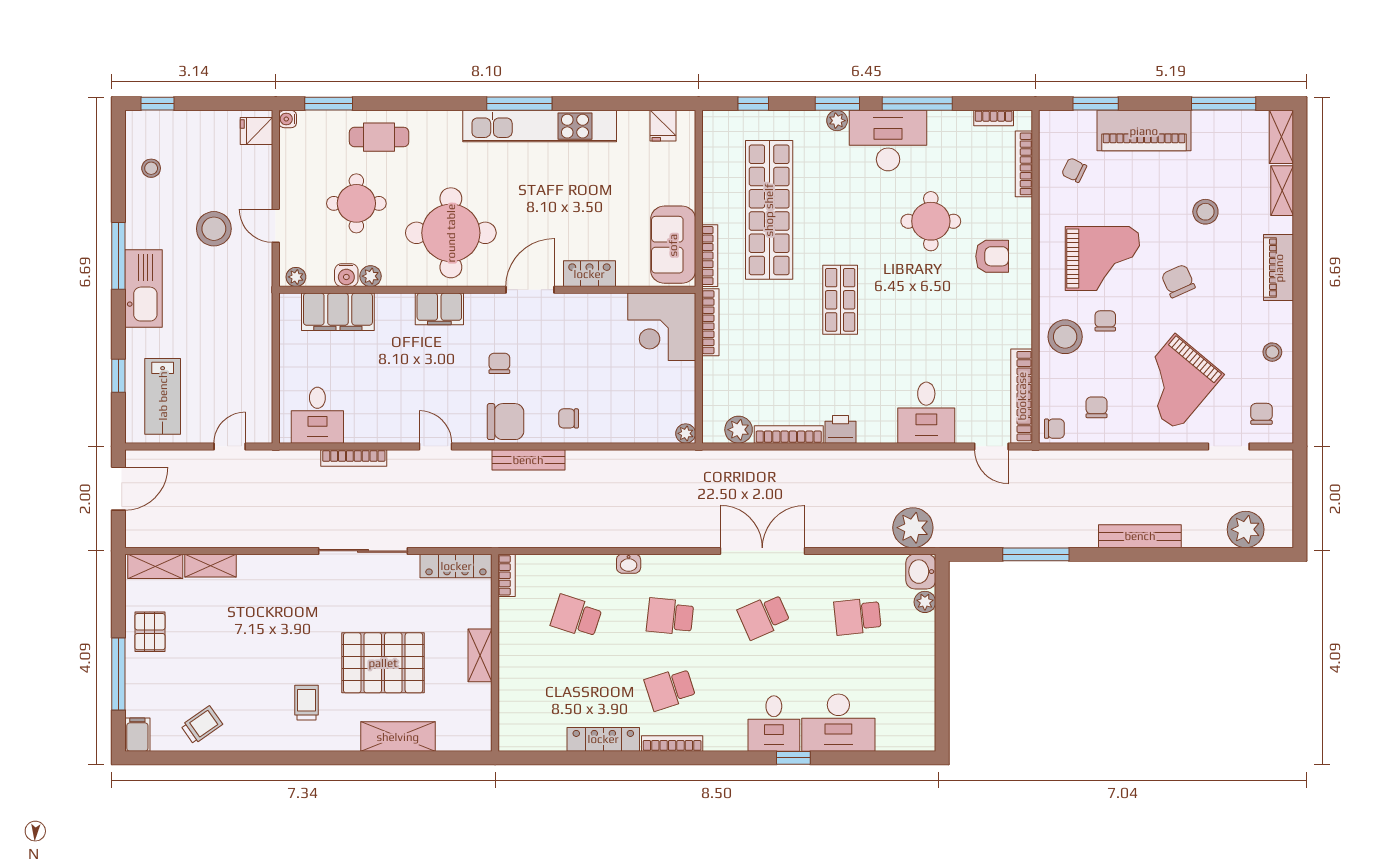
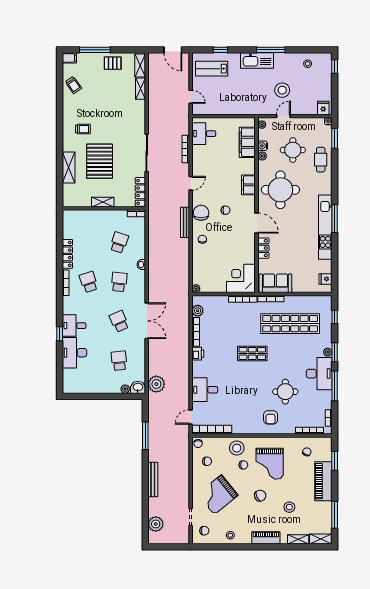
grand piano: (1176, 382) -> (218, 495), turned -79
chair: (506, 422) -> (201, 213), turned 180

